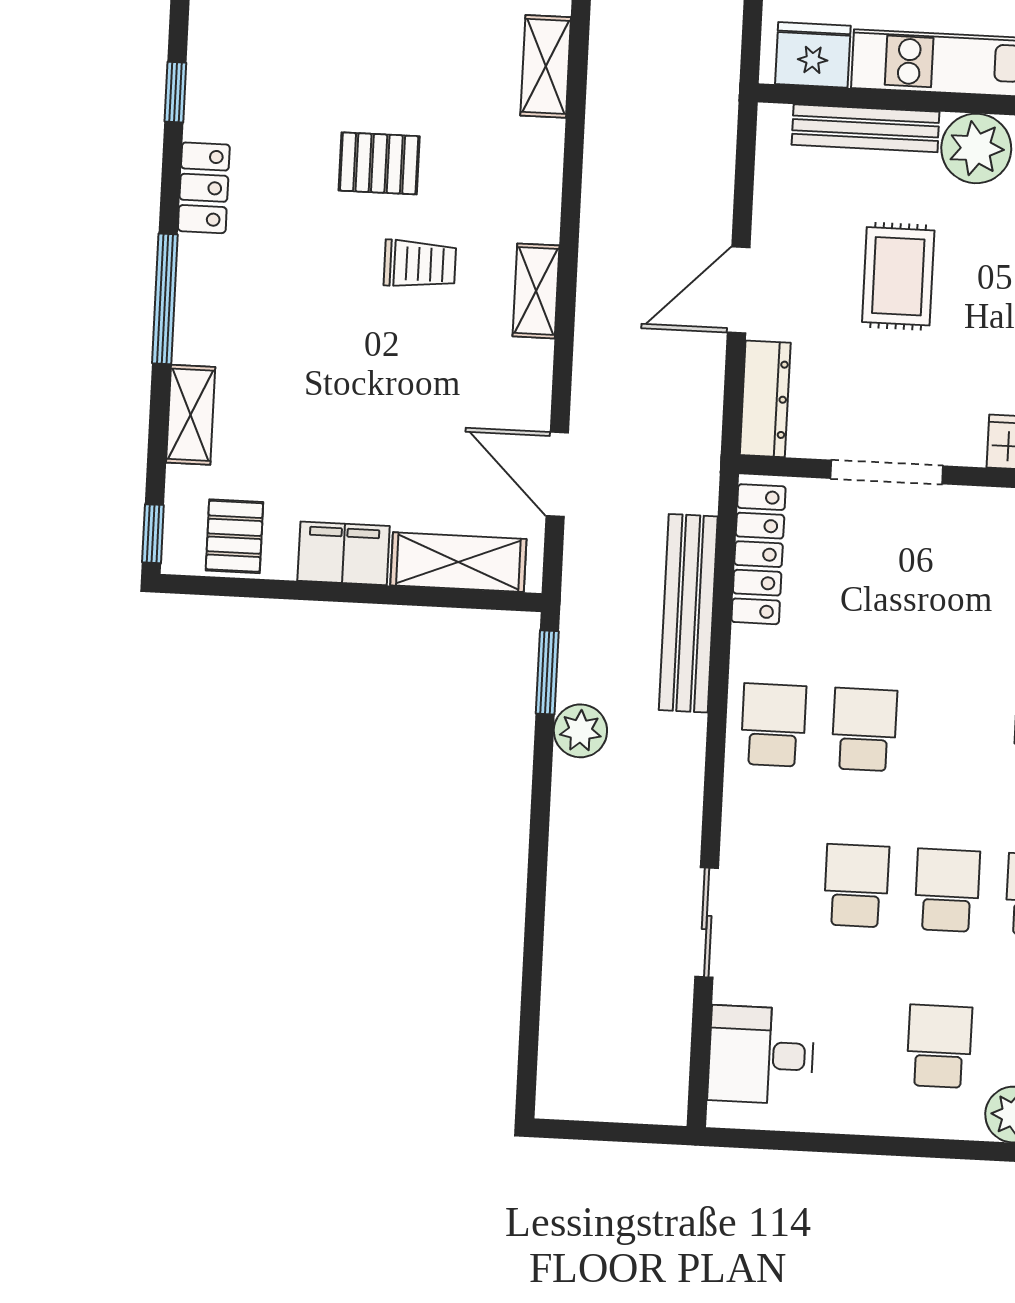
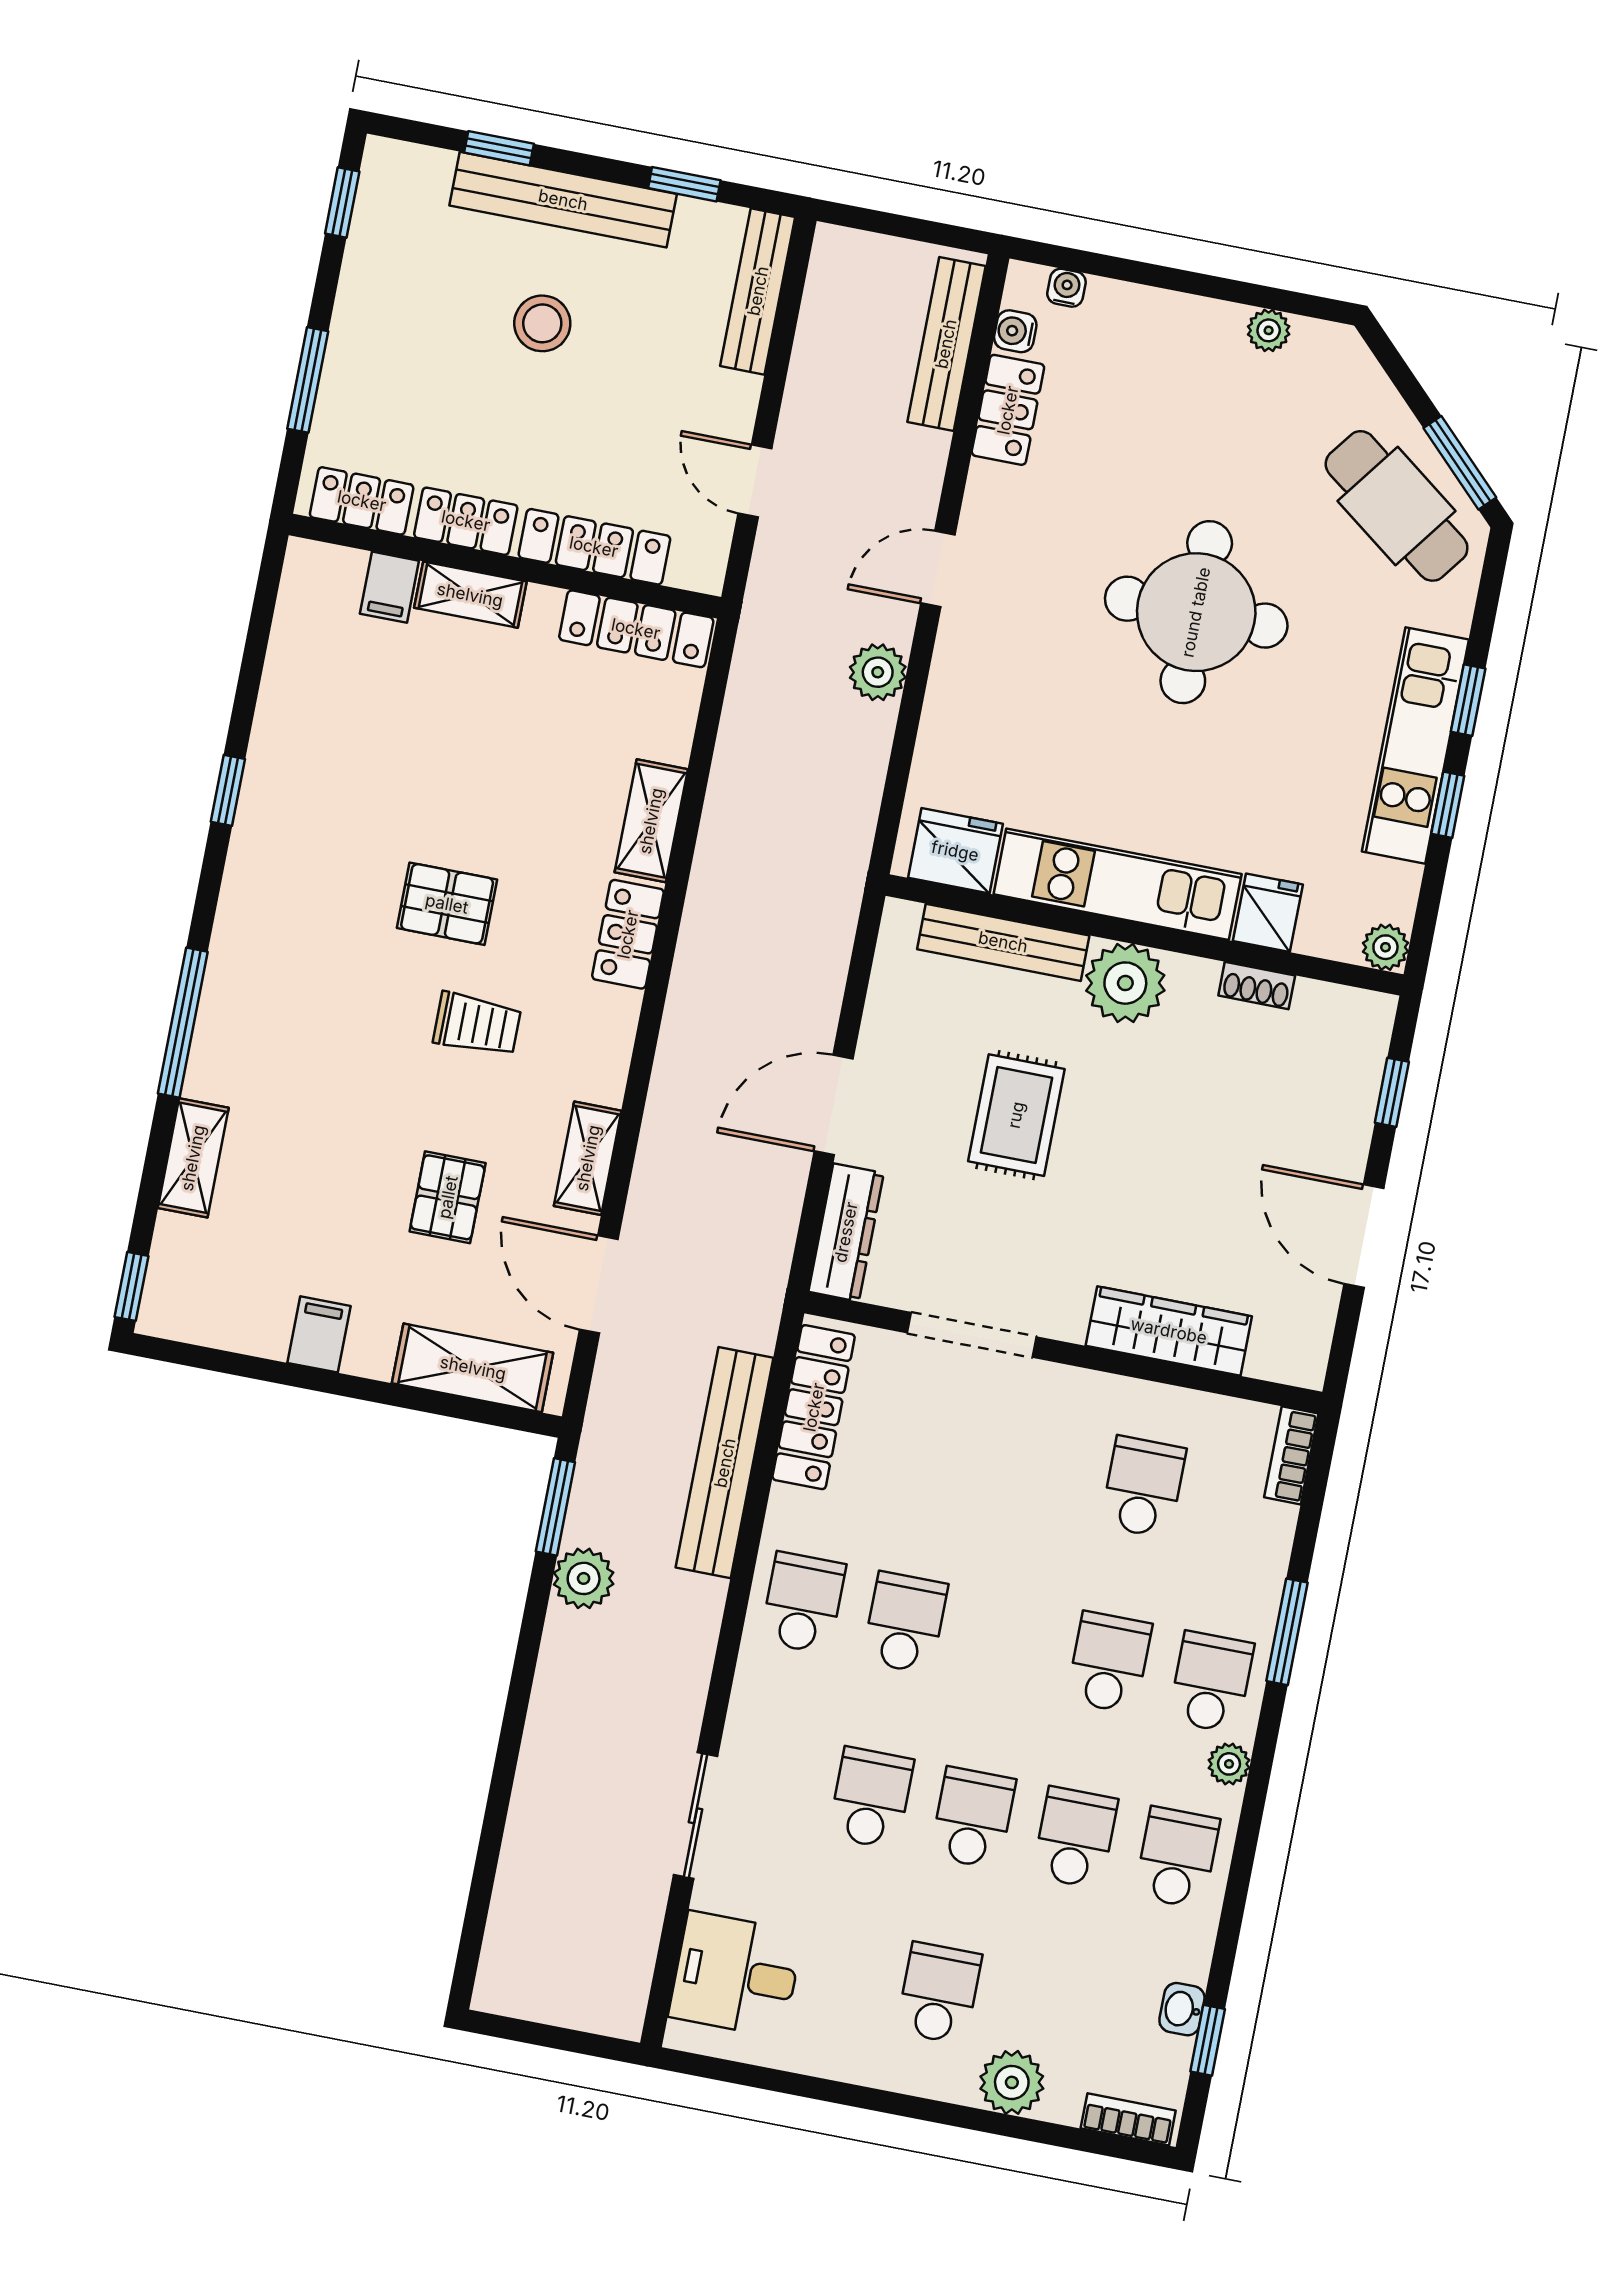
locker: (204, 188) -> (628, 934), moved, turned 180
shelving: (536, 291) -> (588, 1158), moved
pallet: (234, 536) -> (448, 1197), moved
filing cabinet: (344, 553) -> (319, 1334), width x0.50

